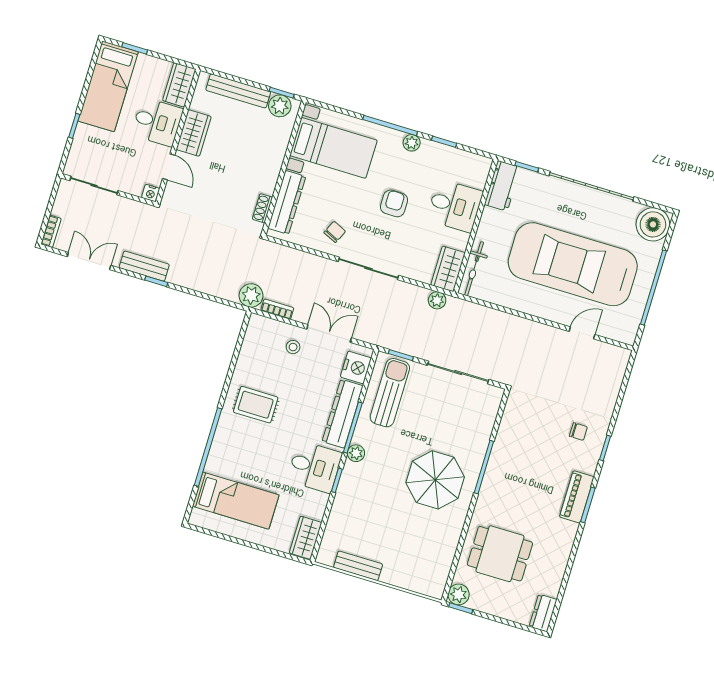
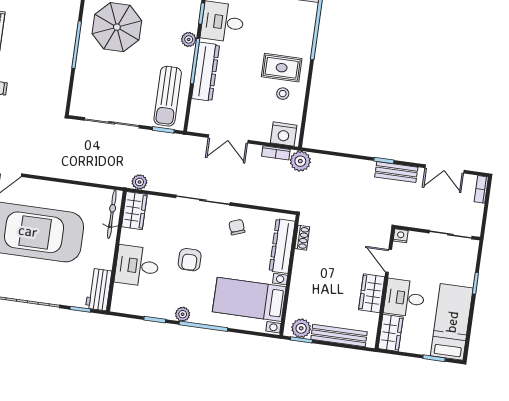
chair: (335, 232) -> (237, 227), turned 135
stool: (293, 347) -> (283, 94), moved
nightstand: (356, 367) -> (284, 134), moved, turned -90

